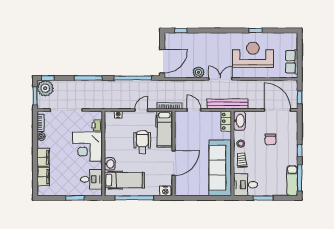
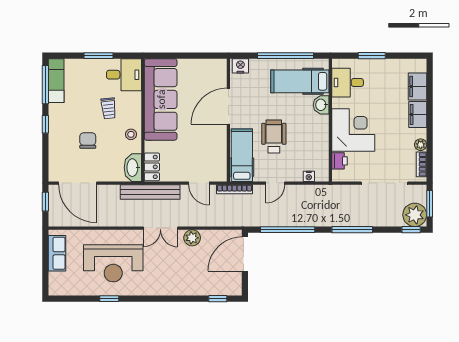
wheelchair: (142, 142) -> (274, 137), turned 180
trolley: (242, 160) -> (109, 108), moved

